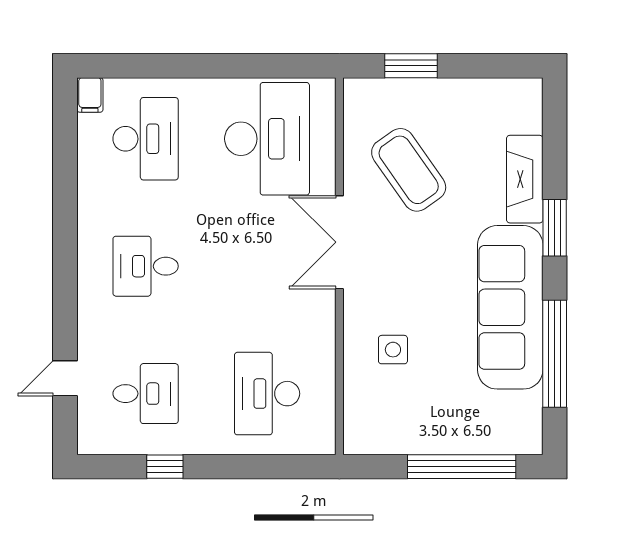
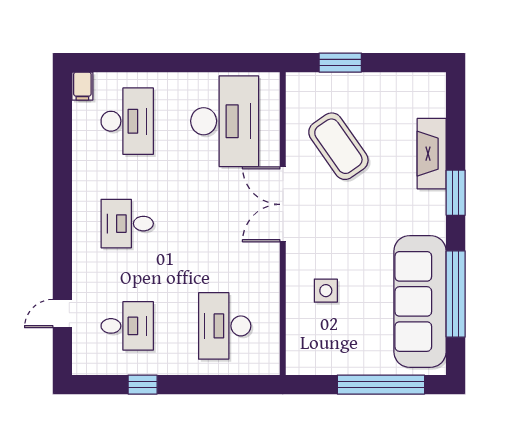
sofa: (510, 307) -> (420, 301), moved

